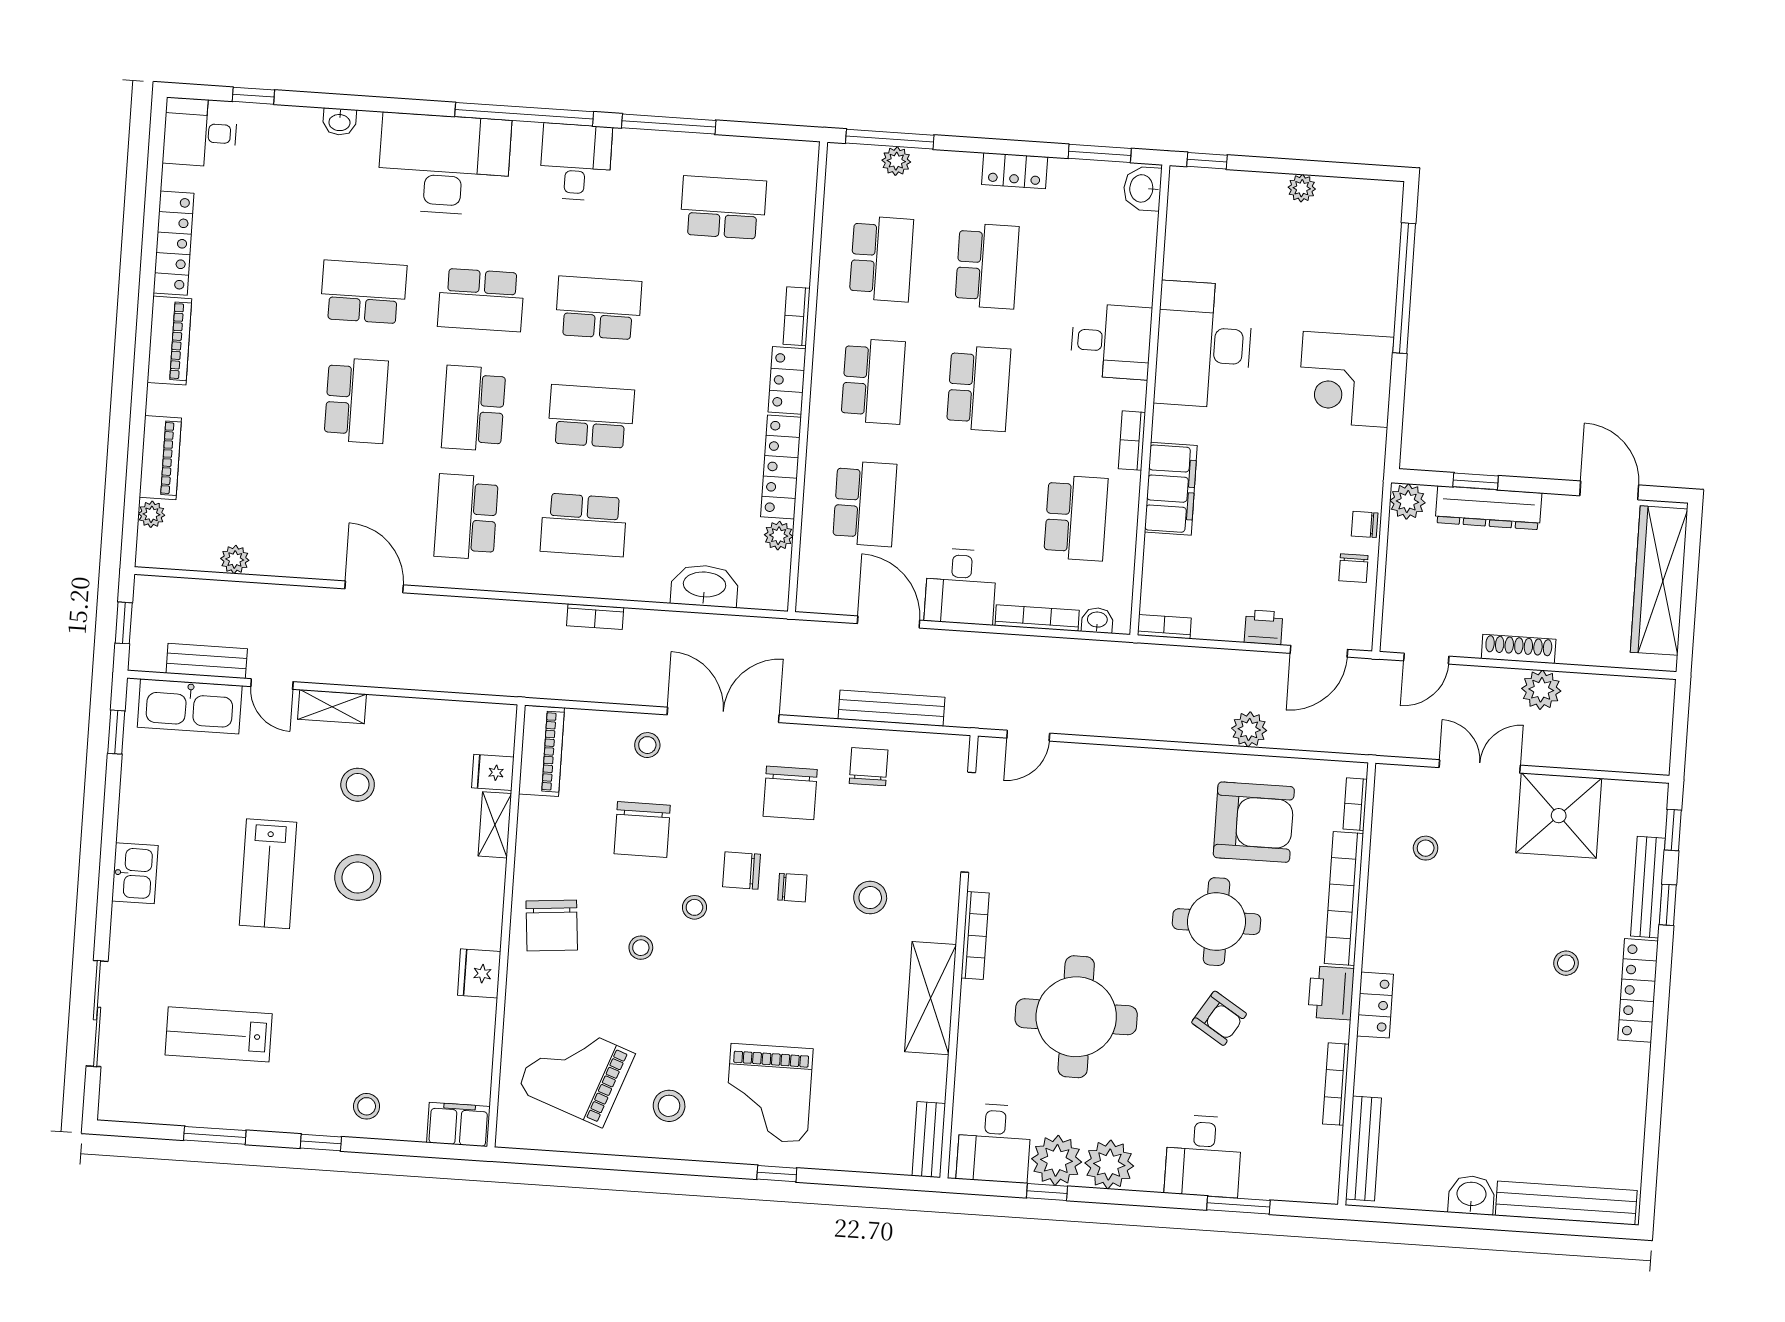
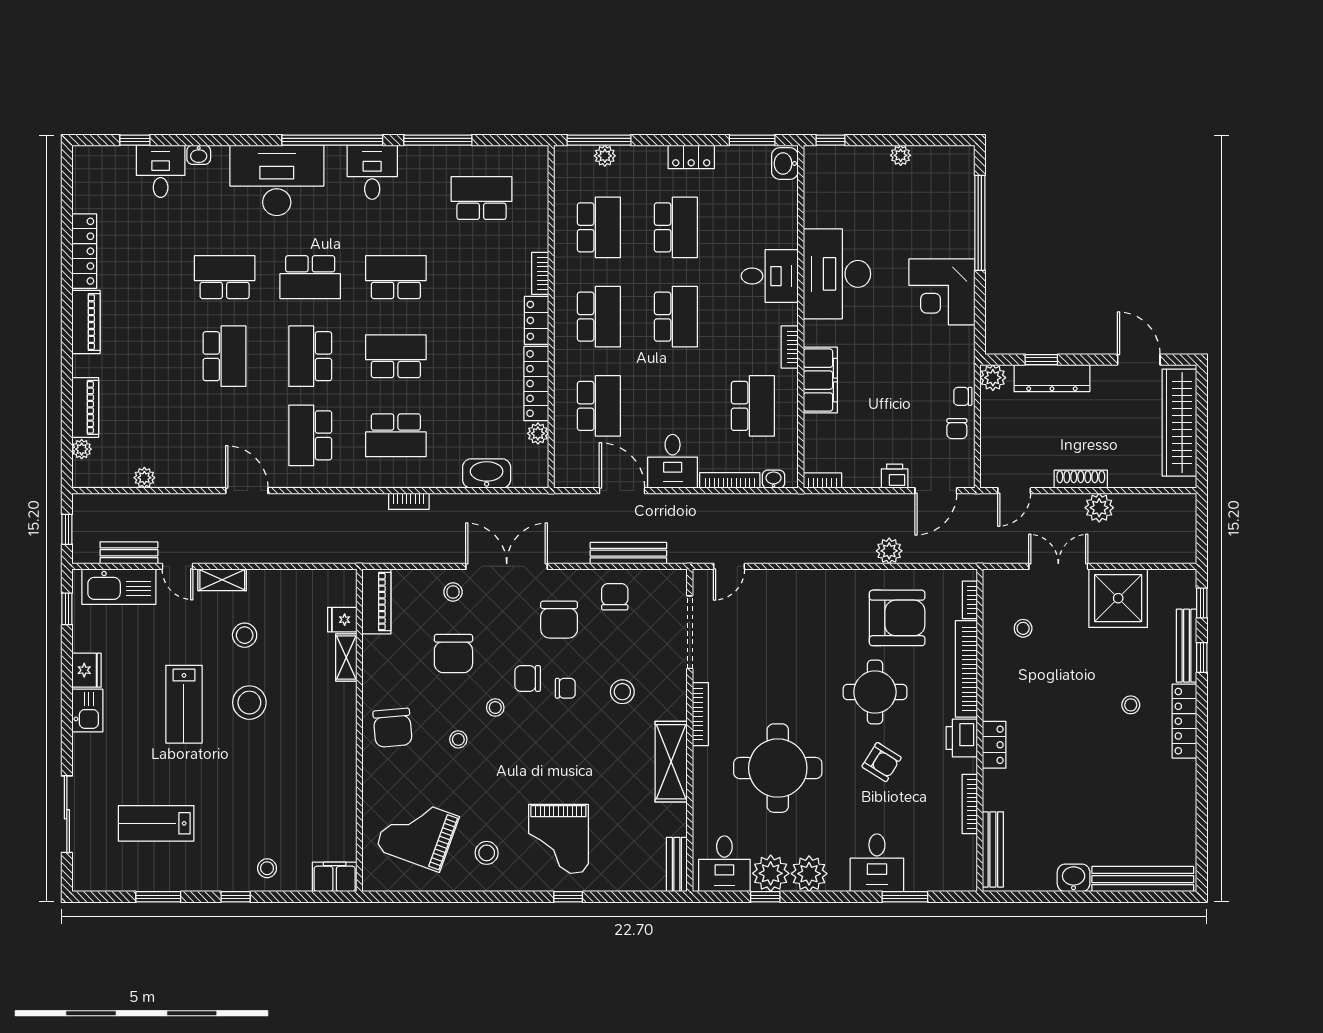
desk: (200, 132) -> (161, 171), moved, turned 90
fridge: (479, 973) -> (87, 670), moved, turned 180

